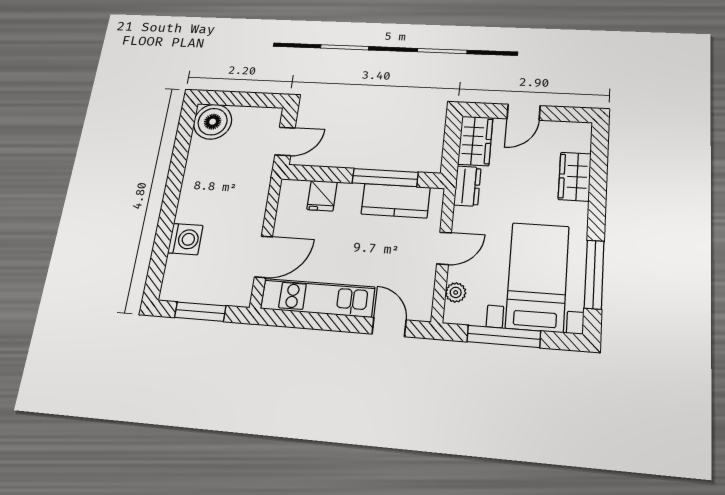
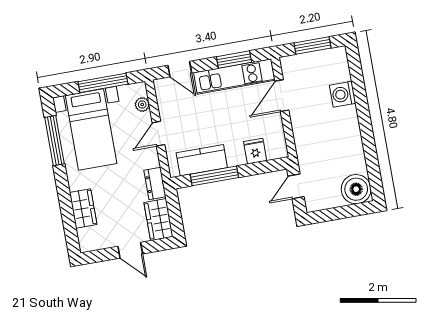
door: (524, 112) -> (130, 250), swing flipped
window: (310, 321) -> (234, 60), added

